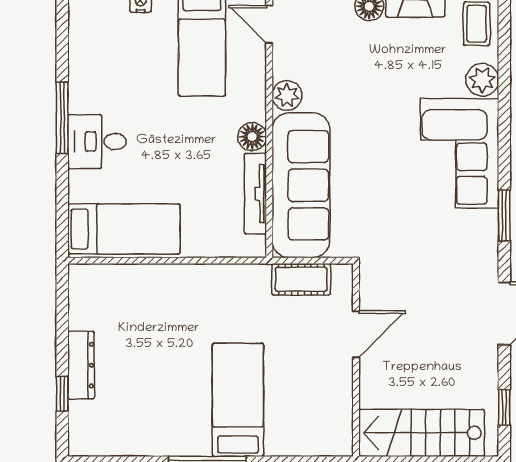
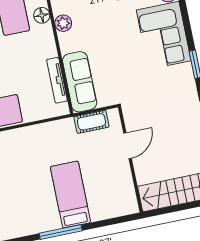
floor lamp: (252, 137) -> (42, 15), moved
sofa: (301, 185) -> (80, 82), width x0.74, depth x0.79

